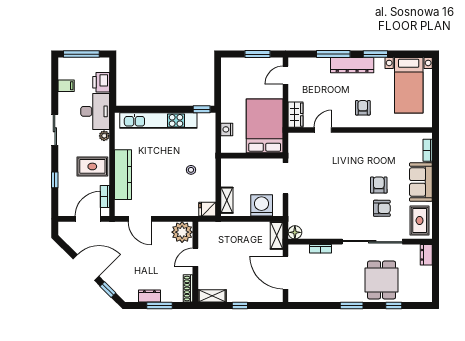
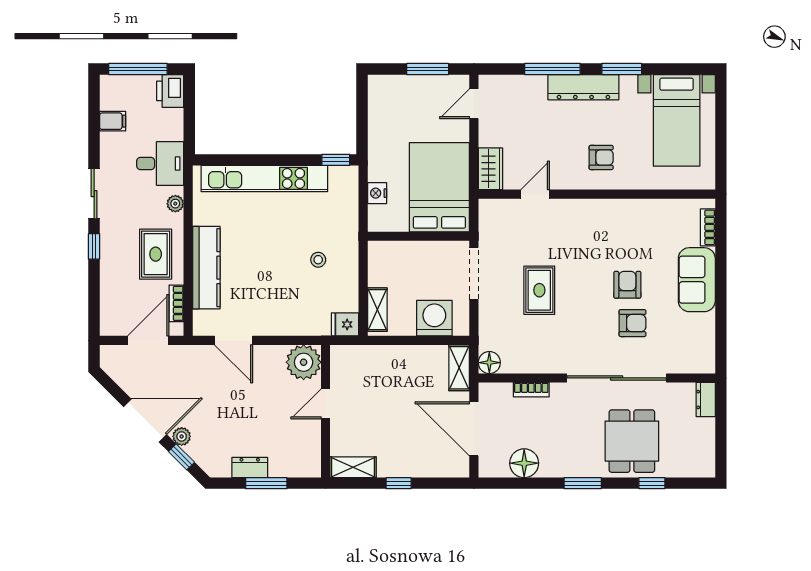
printer: (101, 82) -> (170, 91), moved
armchair: (363, 108) -> (601, 157), turned 90
desk: (95, 111) -> (160, 163), width x0.73
rug: (92, 166) -> (156, 254), turned 90
window: (55, 180) -> (94, 246), moved
rug: (420, 221) -> (539, 290), moved
plant: (108, 277) -> (182, 436), added
shoe rack: (188, 288) -> (313, 455), removed
floor lamp: (316, 293) -> (524, 463), added

